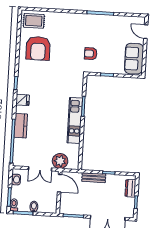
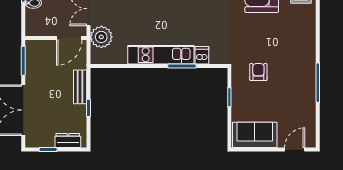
dishwasher: (77, 92) -> (202, 55), added

